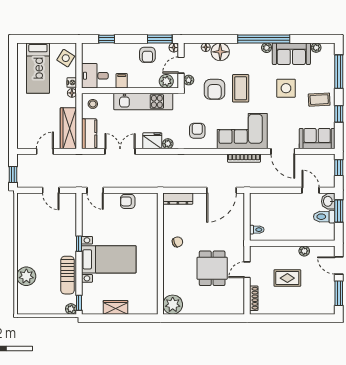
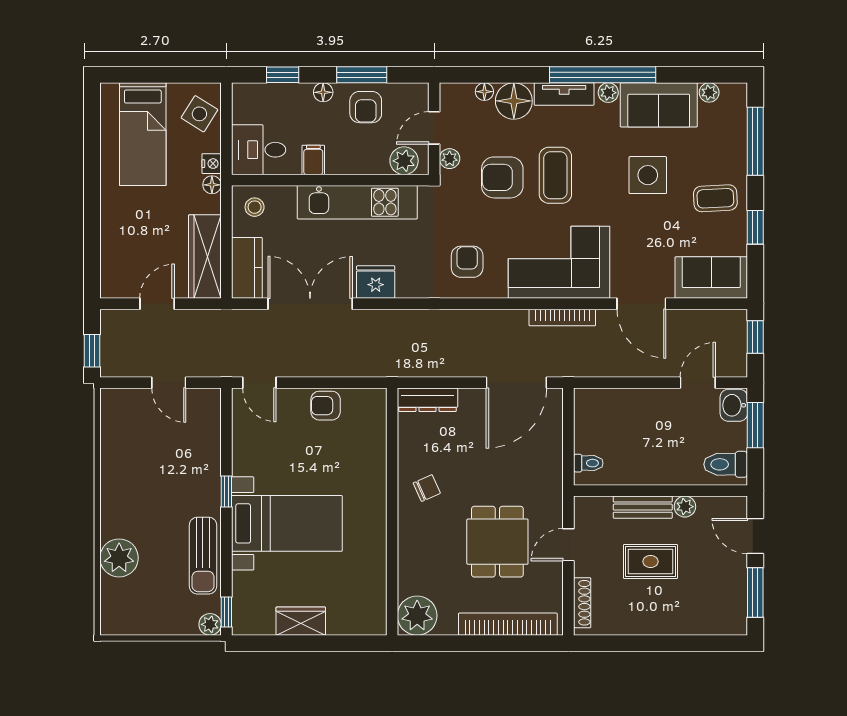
window: (160, 39) -> (362, 75), moved
floor lamp: (174, 48) -> (323, 92), moved
tv unit: (245, 48) -> (564, 94), added
armchair: (215, 89) -> (502, 177), turned 90
plant: (168, 144) -> (407, 288), removed
double door: (120, 151) -> (310, 304), width x1.37
door: (311, 190) -> (698, 383), hinge flipped
toilet: (324, 217) -> (726, 464), moved
bench: (284, 251) -> (643, 507), added
bookcase: (217, 309) -> (508, 624), added

